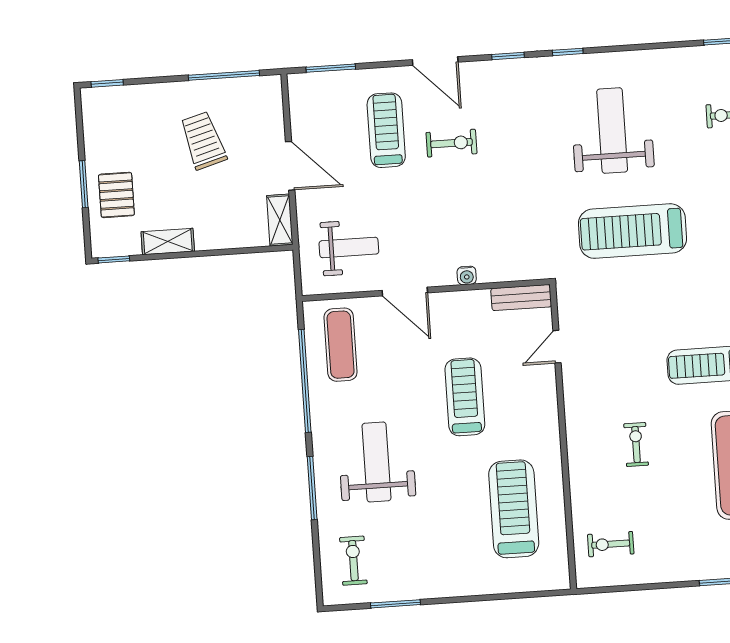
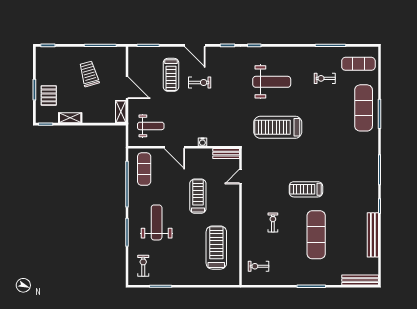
treadmill: (386, 130) -> (171, 75), turned 180
weight bench: (612, 131) -> (272, 82), turned 90

